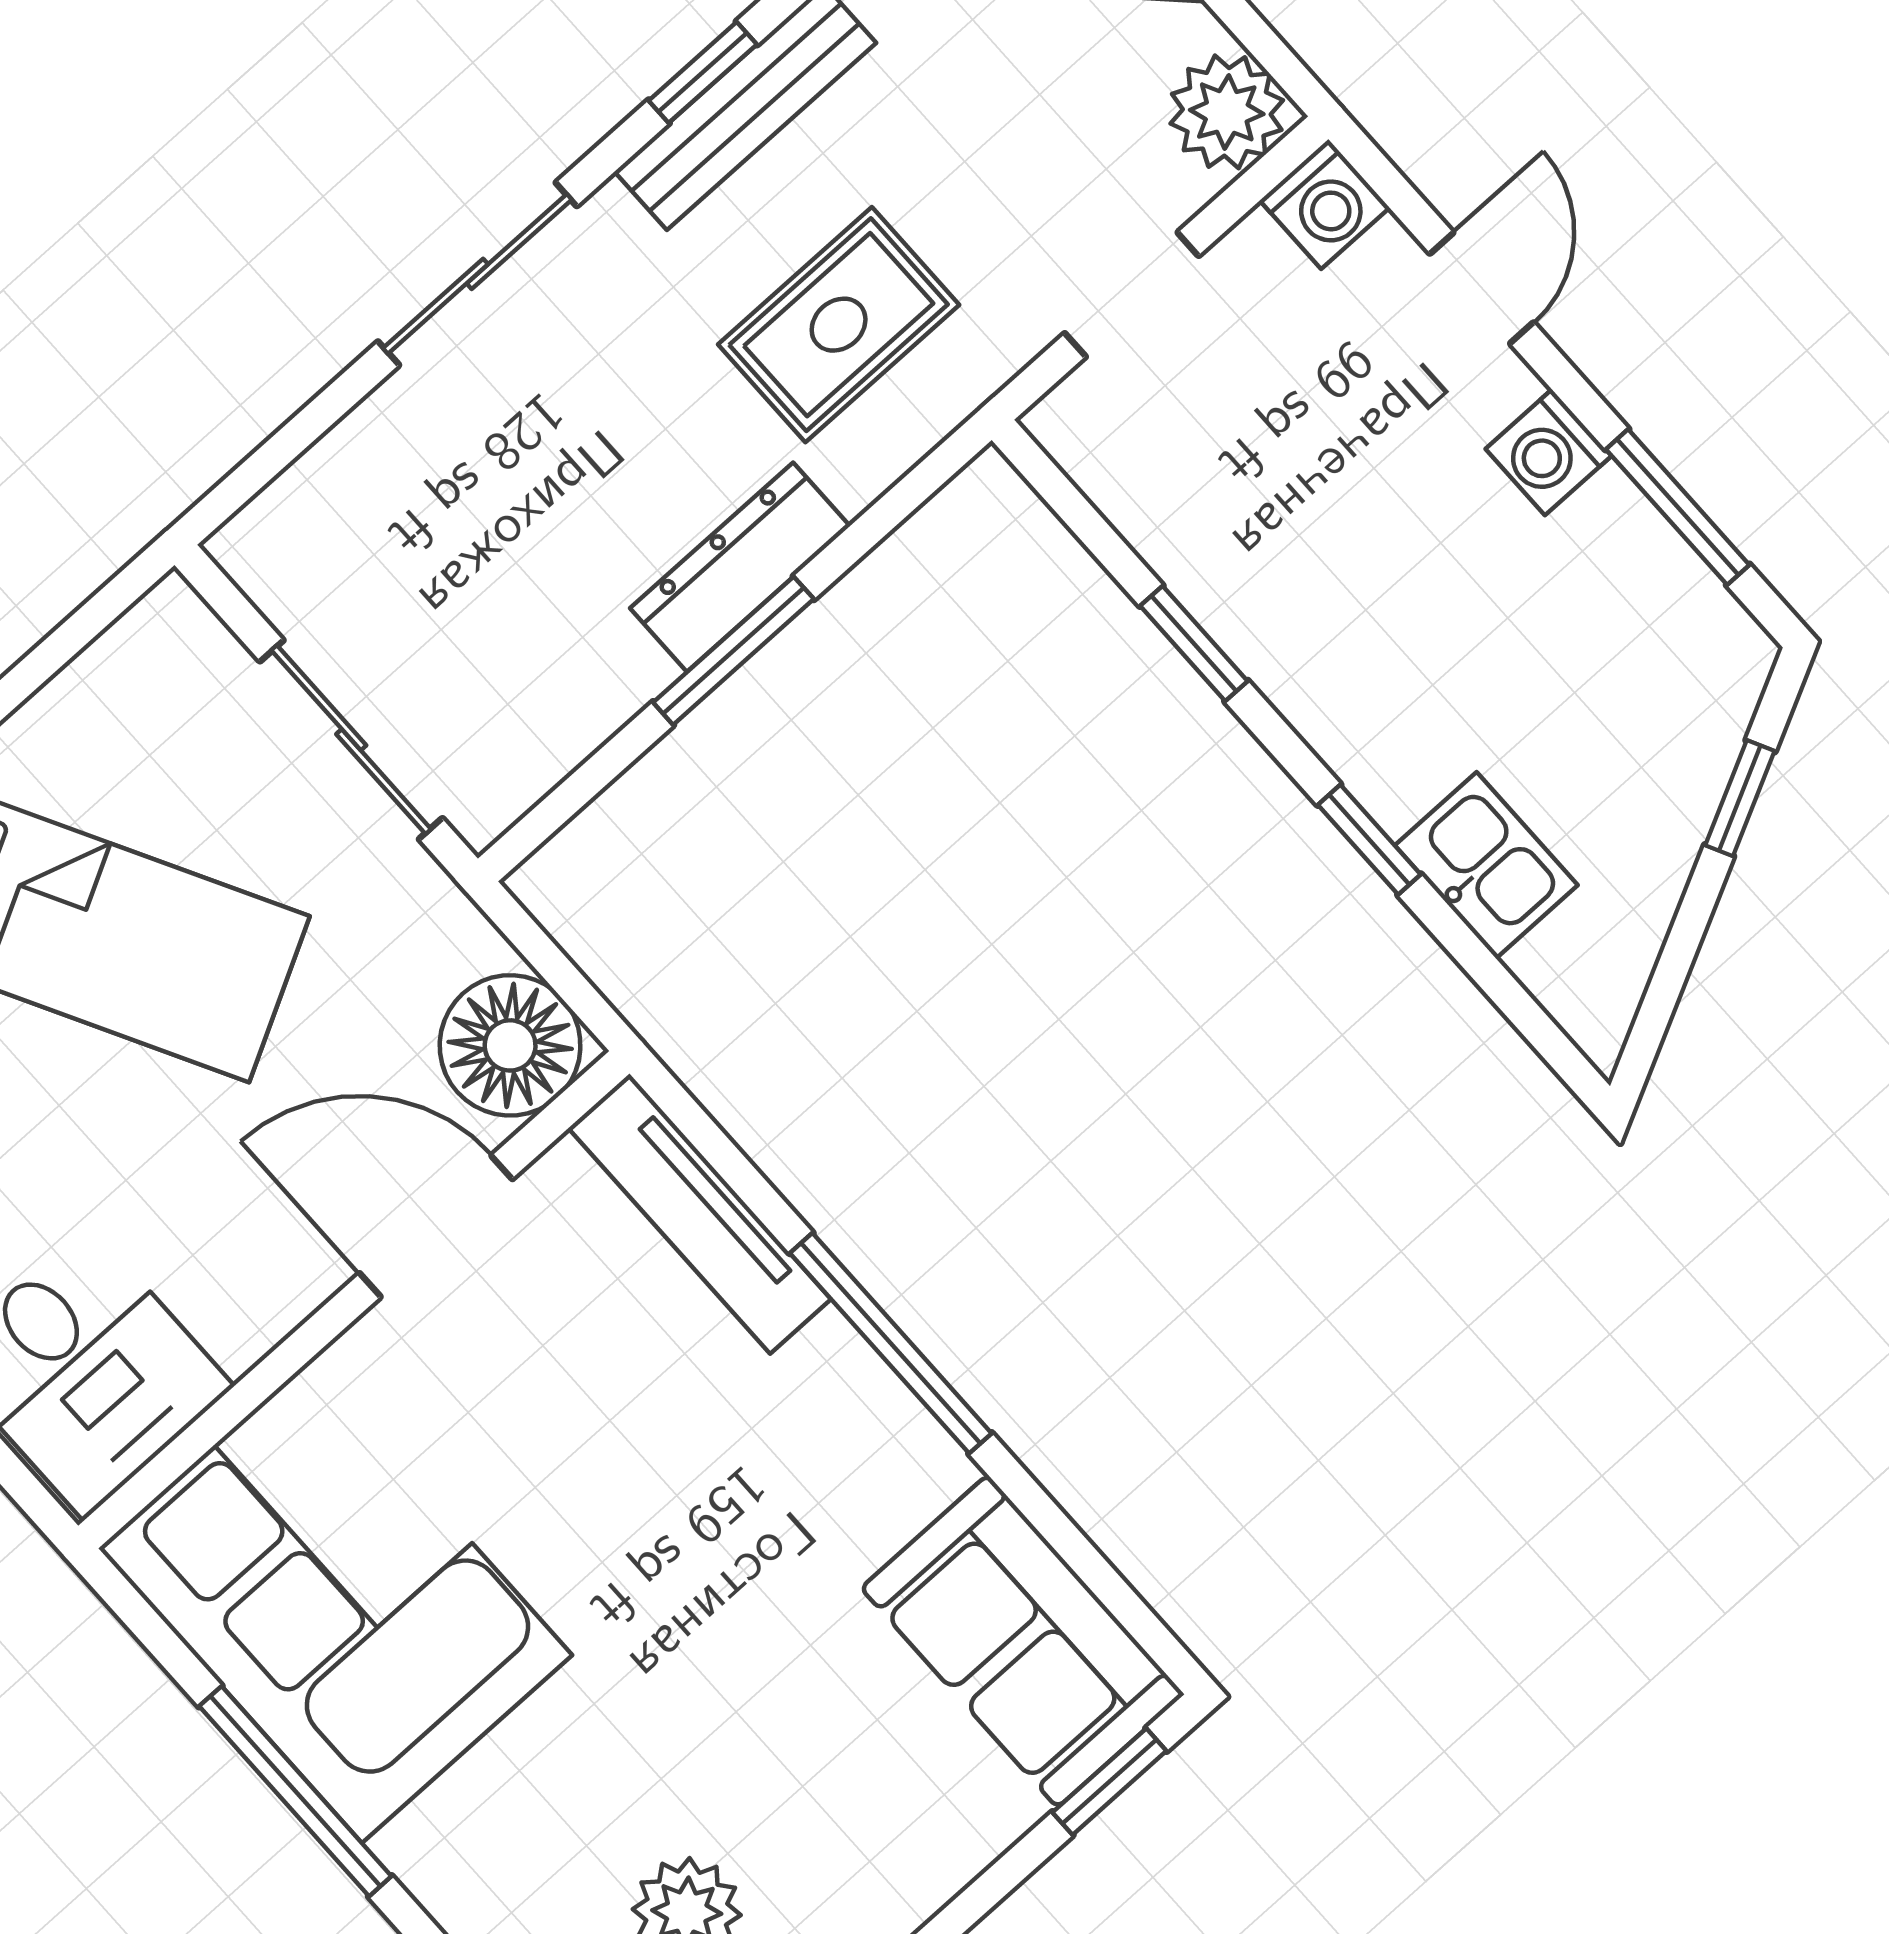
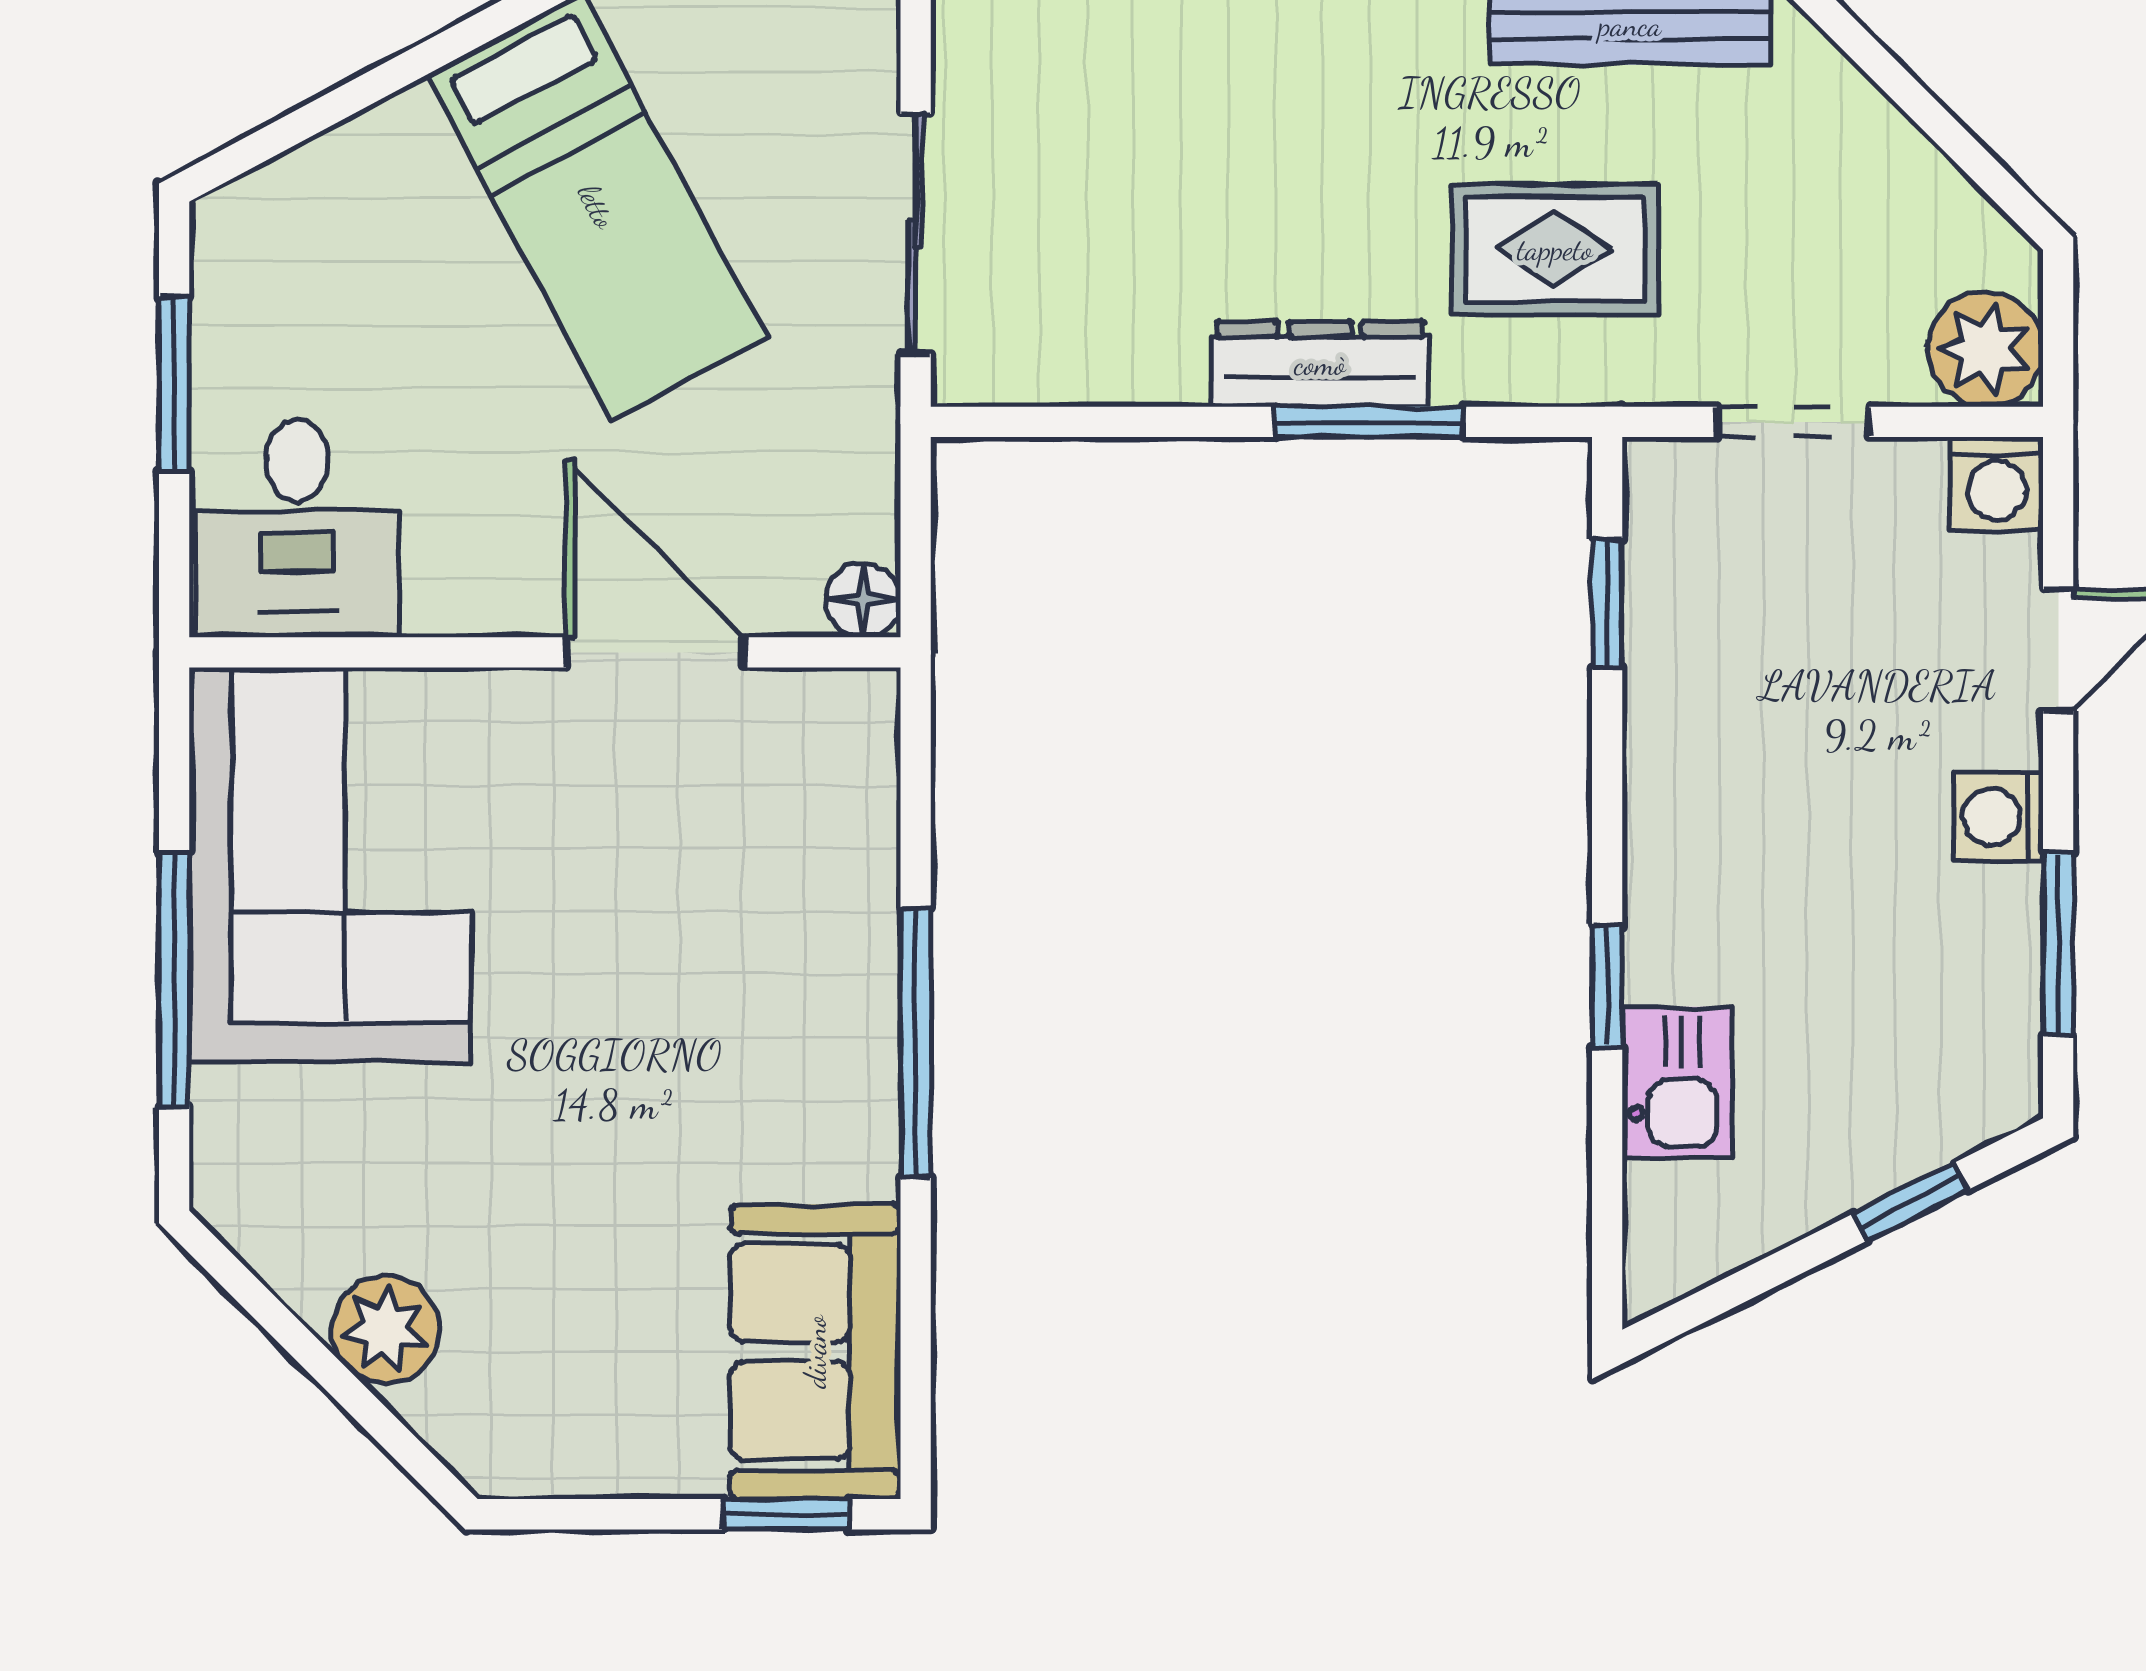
window: (1194, 643) -> (1607, 603), moved
window: (733, 651) -> (1369, 422), moved
floor lamp: (510, 1045) -> (863, 600), width x0.53, depth x0.53
tv unit: (700, 1214) -> (860, 819), removed

